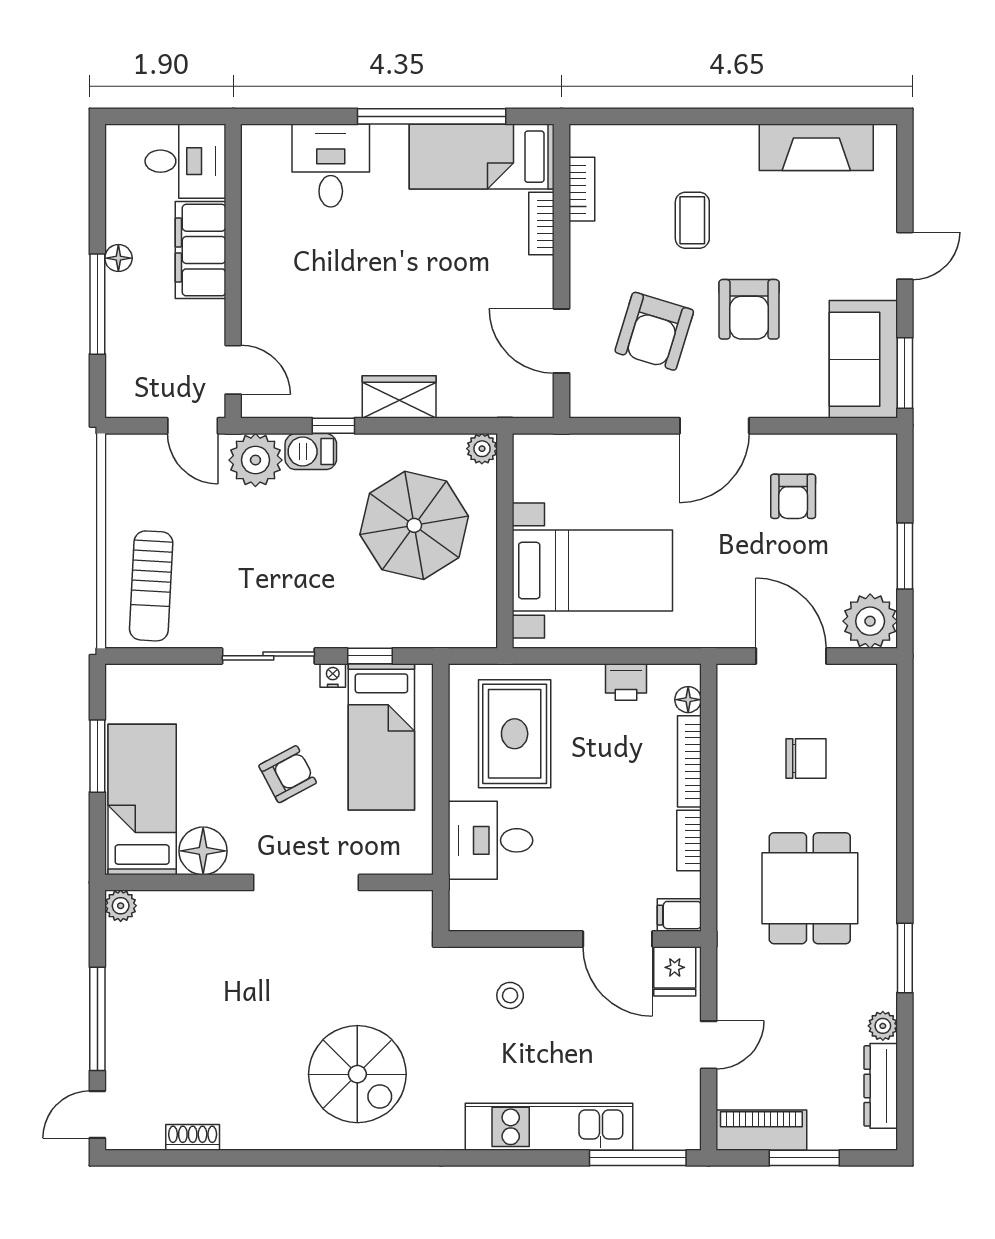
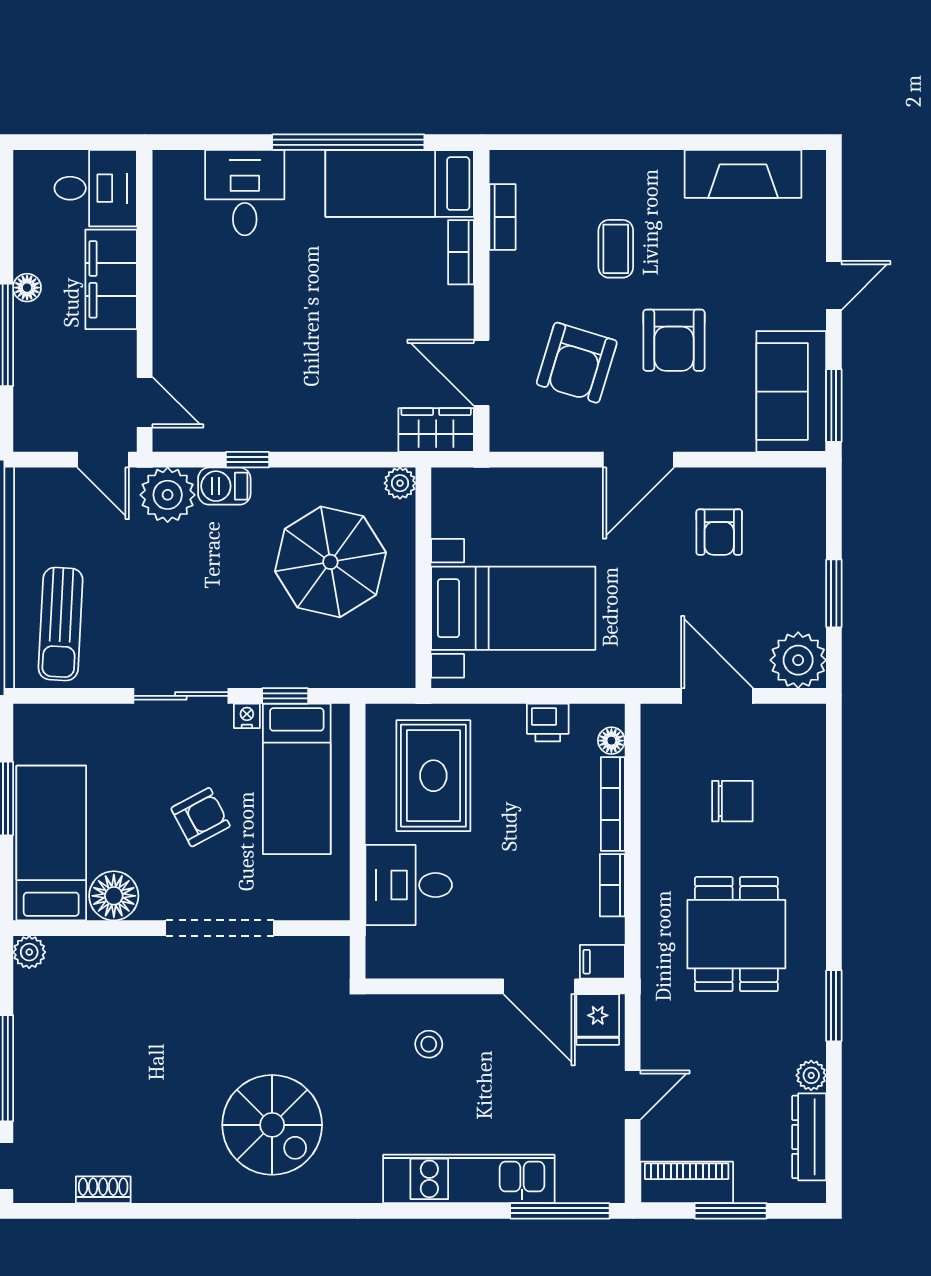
wardrobe: (399, 397) -> (436, 430), moved

